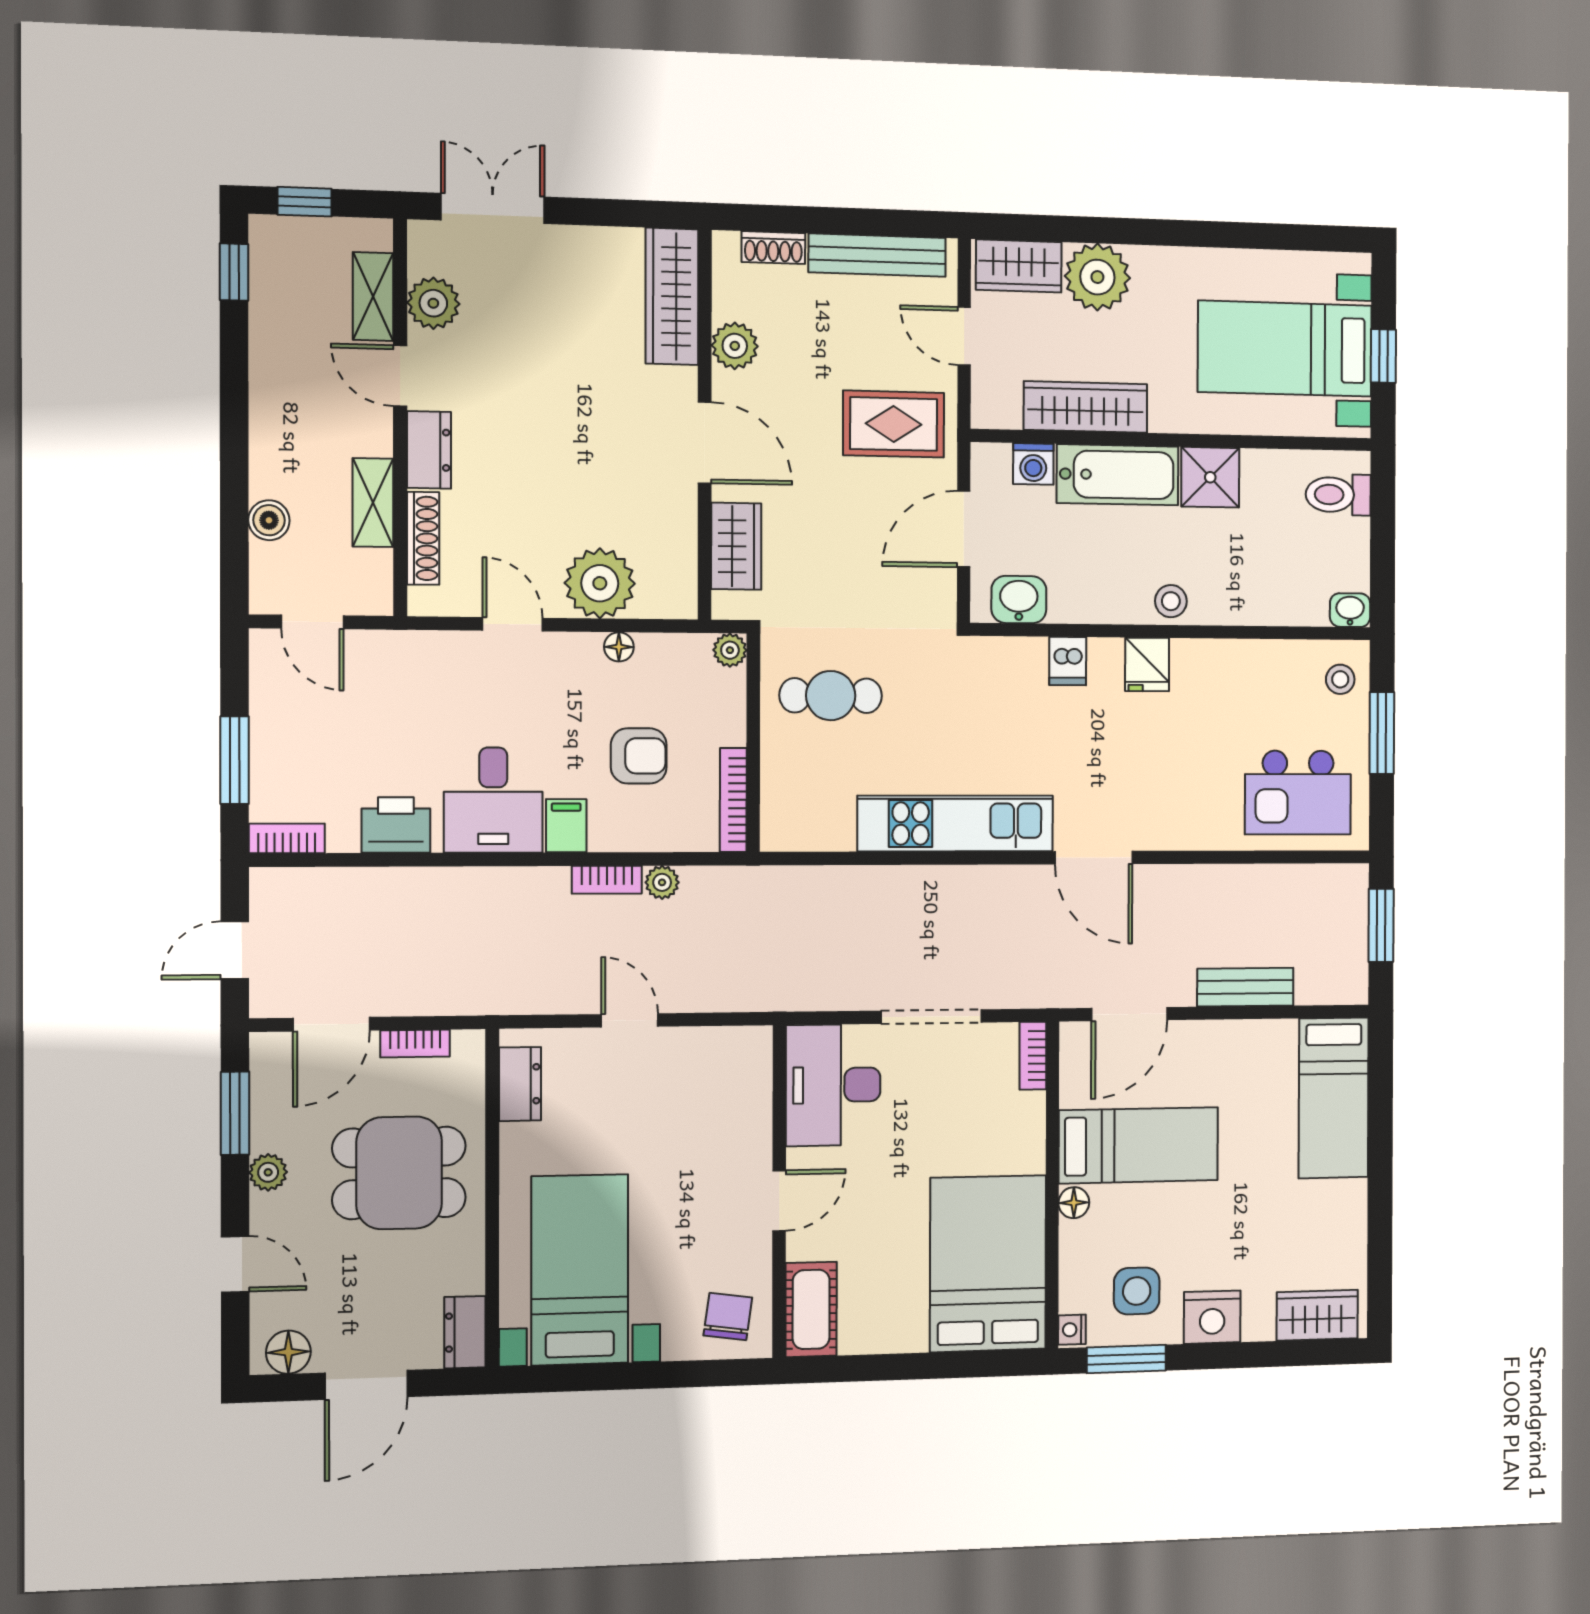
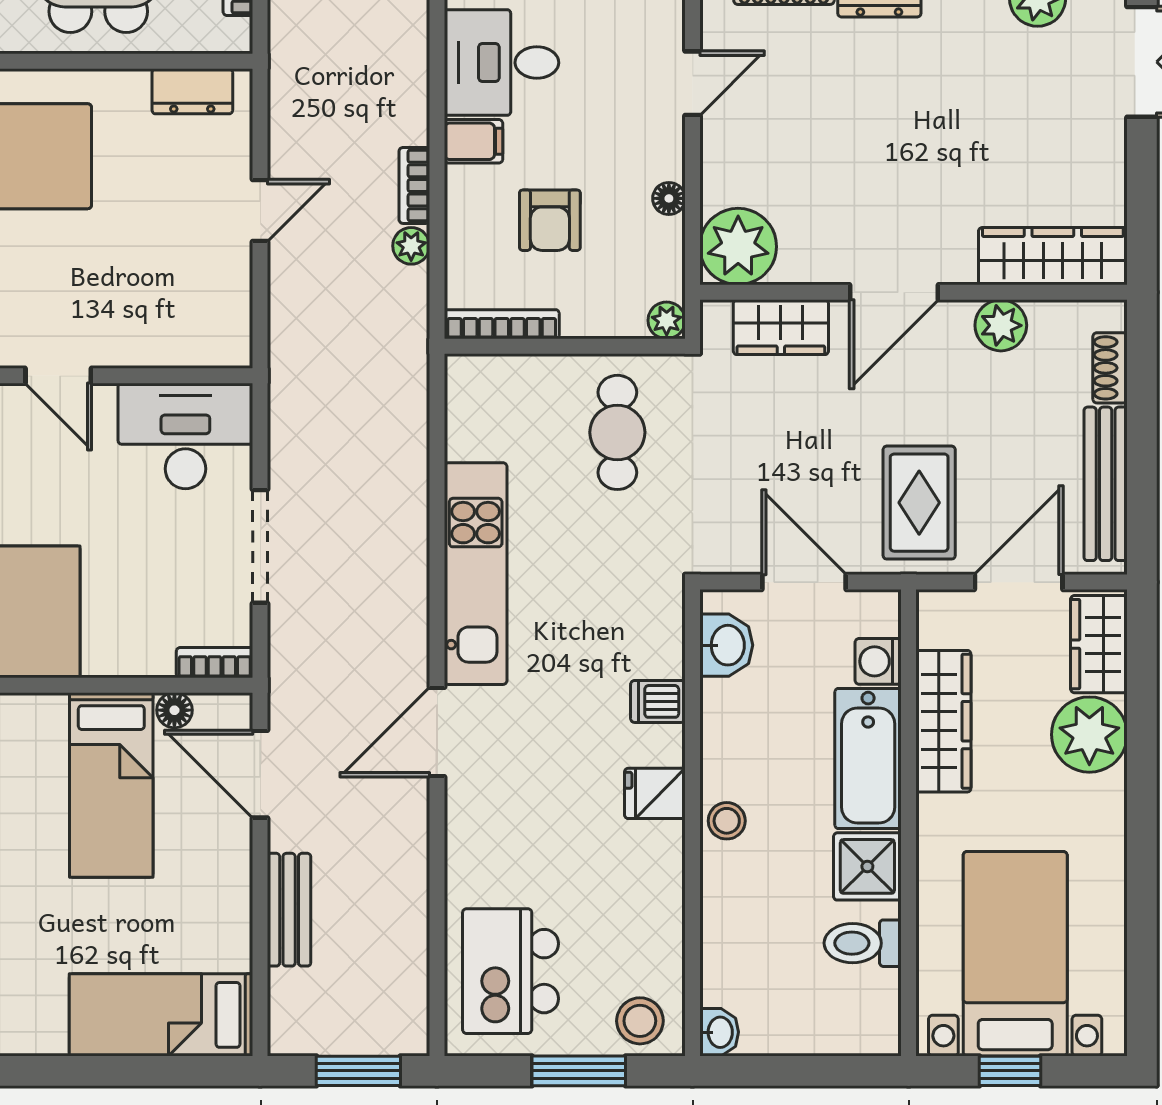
door: (964, 336) -> (1019, 582), width x1.38
toilet: (1338, 495) -> (863, 943), moved, turned -90
plant: (600, 583) -> (738, 247), moved
stool: (1340, 679) -> (640, 1021), width x1.37, depth x1.37
floor lamp: (1074, 1203) -> (174, 710), moved

